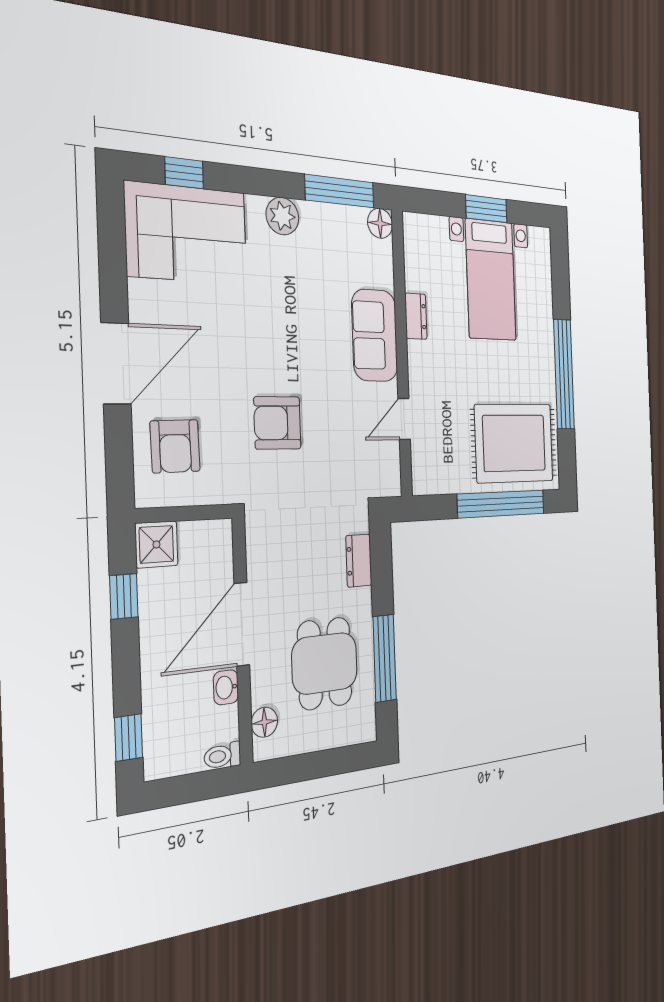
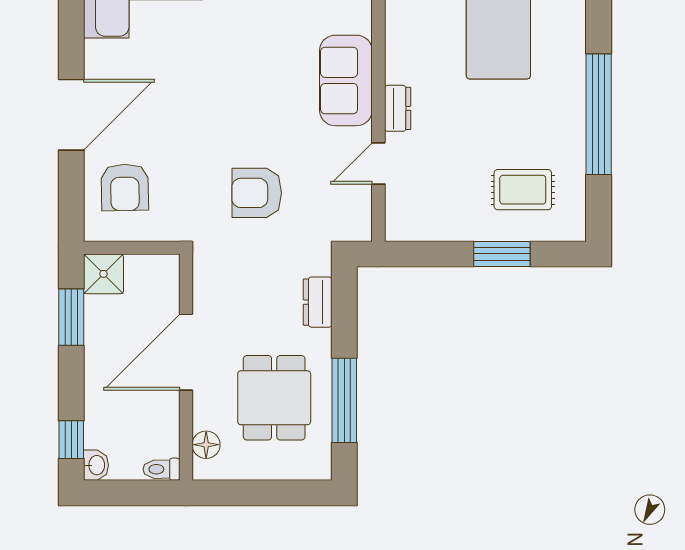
dresser: (416, 316) -> (398, 108), moved
armchair: (277, 423) -> (257, 193), moved
rug: (514, 443) -> (523, 190), width x0.54, depth x0.49
window: (501, 504) -> (502, 254), width x0.47
window: (124, 596) -> (71, 317), width x1.50
washbasin: (226, 687) -> (96, 465), moved, turned 180

